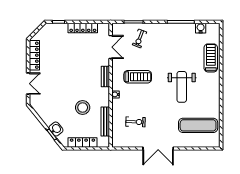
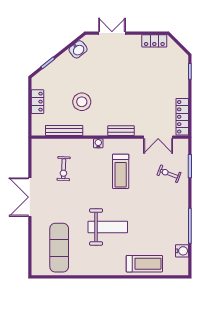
locker: (83, 28) -> (182, 117), moved
locker: (34, 55) -> (154, 41), width x0.66
double door: (28, 84) -> (112, 33), swing flipped
weight bench: (182, 87) -> (108, 227), turned 180
washbasin: (56, 129) -> (78, 49), moved
locker: (82, 143) -> (38, 102), width x0.66

